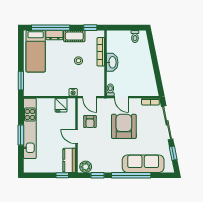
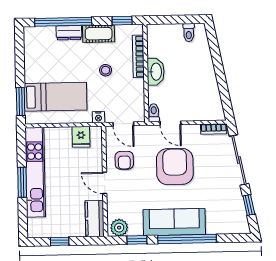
bed: (36, 51) -> (56, 97), moved, turned -90
sofa: (143, 164) -> (174, 222), moved
window: (62, 175) -> (60, 241), moved

